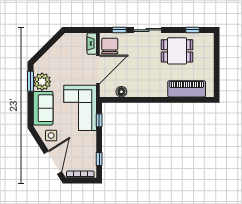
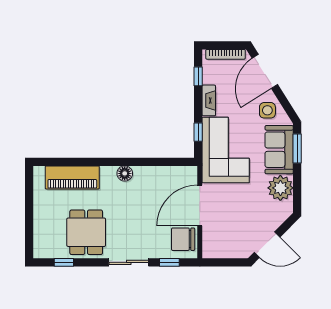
door: (51, 42) -> (267, 245), added
fireplace: (92, 44) -> (209, 100), moved
chair: (110, 46) -> (183, 239), turned 90
dining table: (177, 51) -> (86, 232), turned 90
window: (31, 81) -> (297, 149), moved
floor lamp: (121, 92) -> (125, 173), moved

